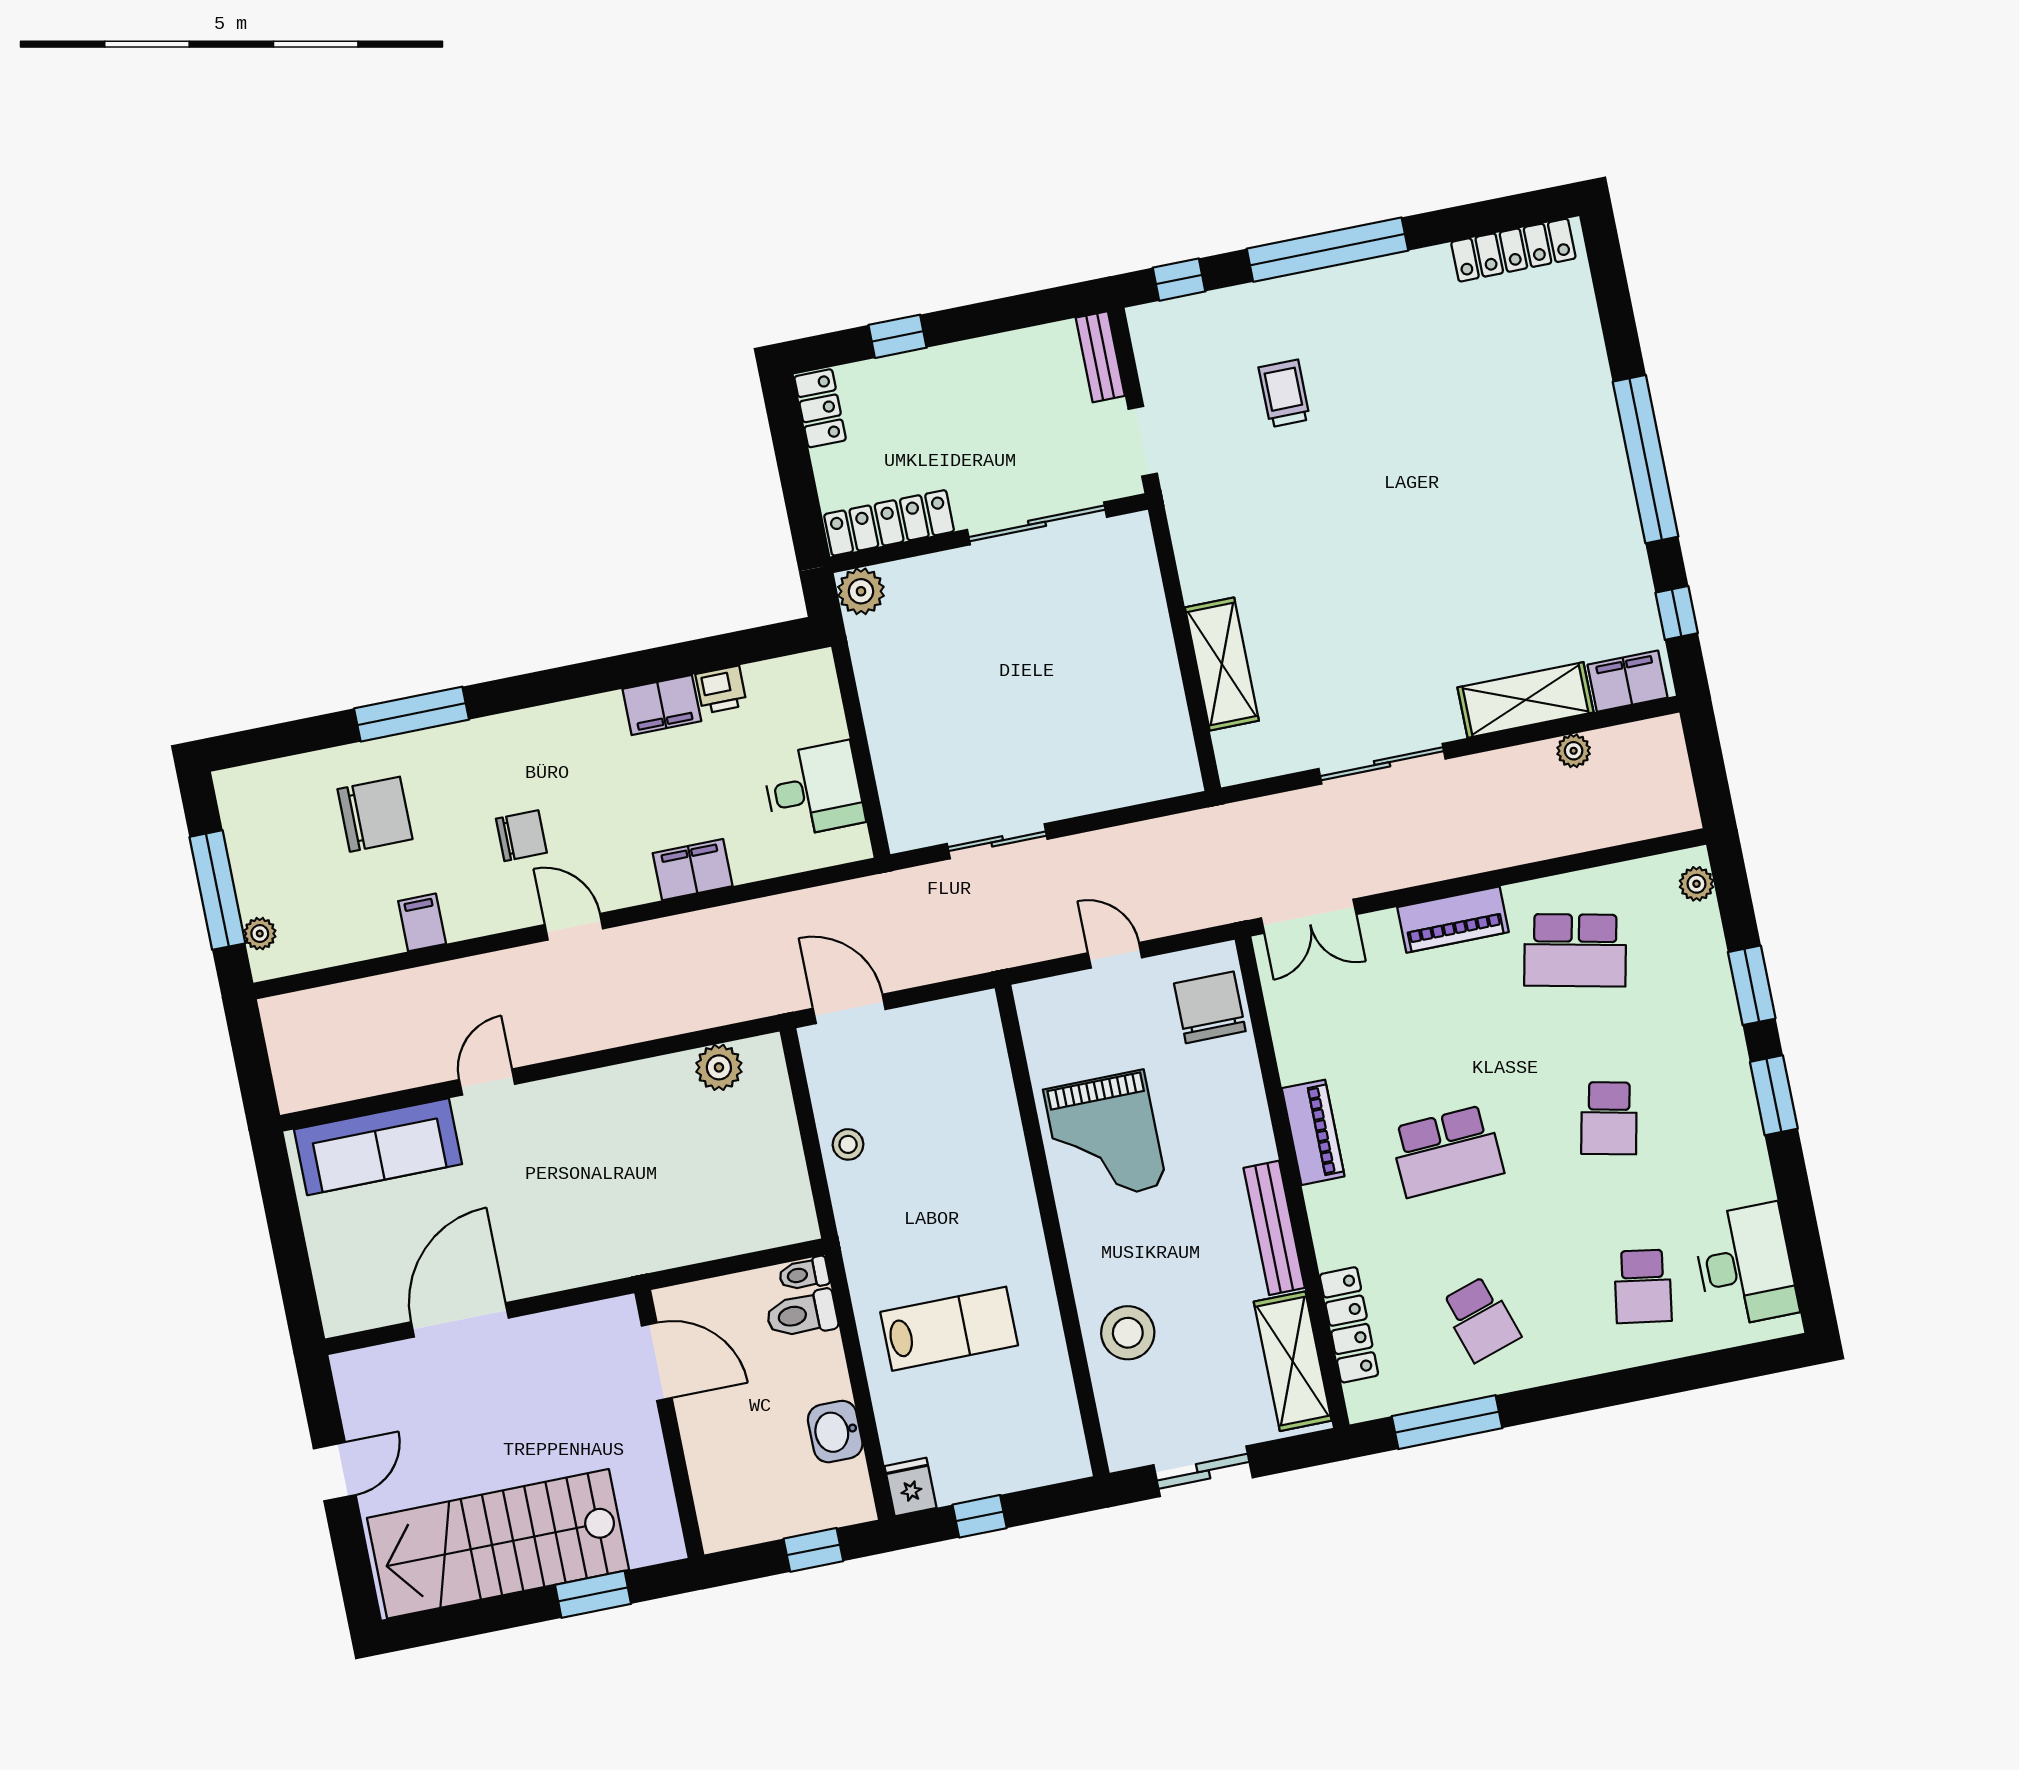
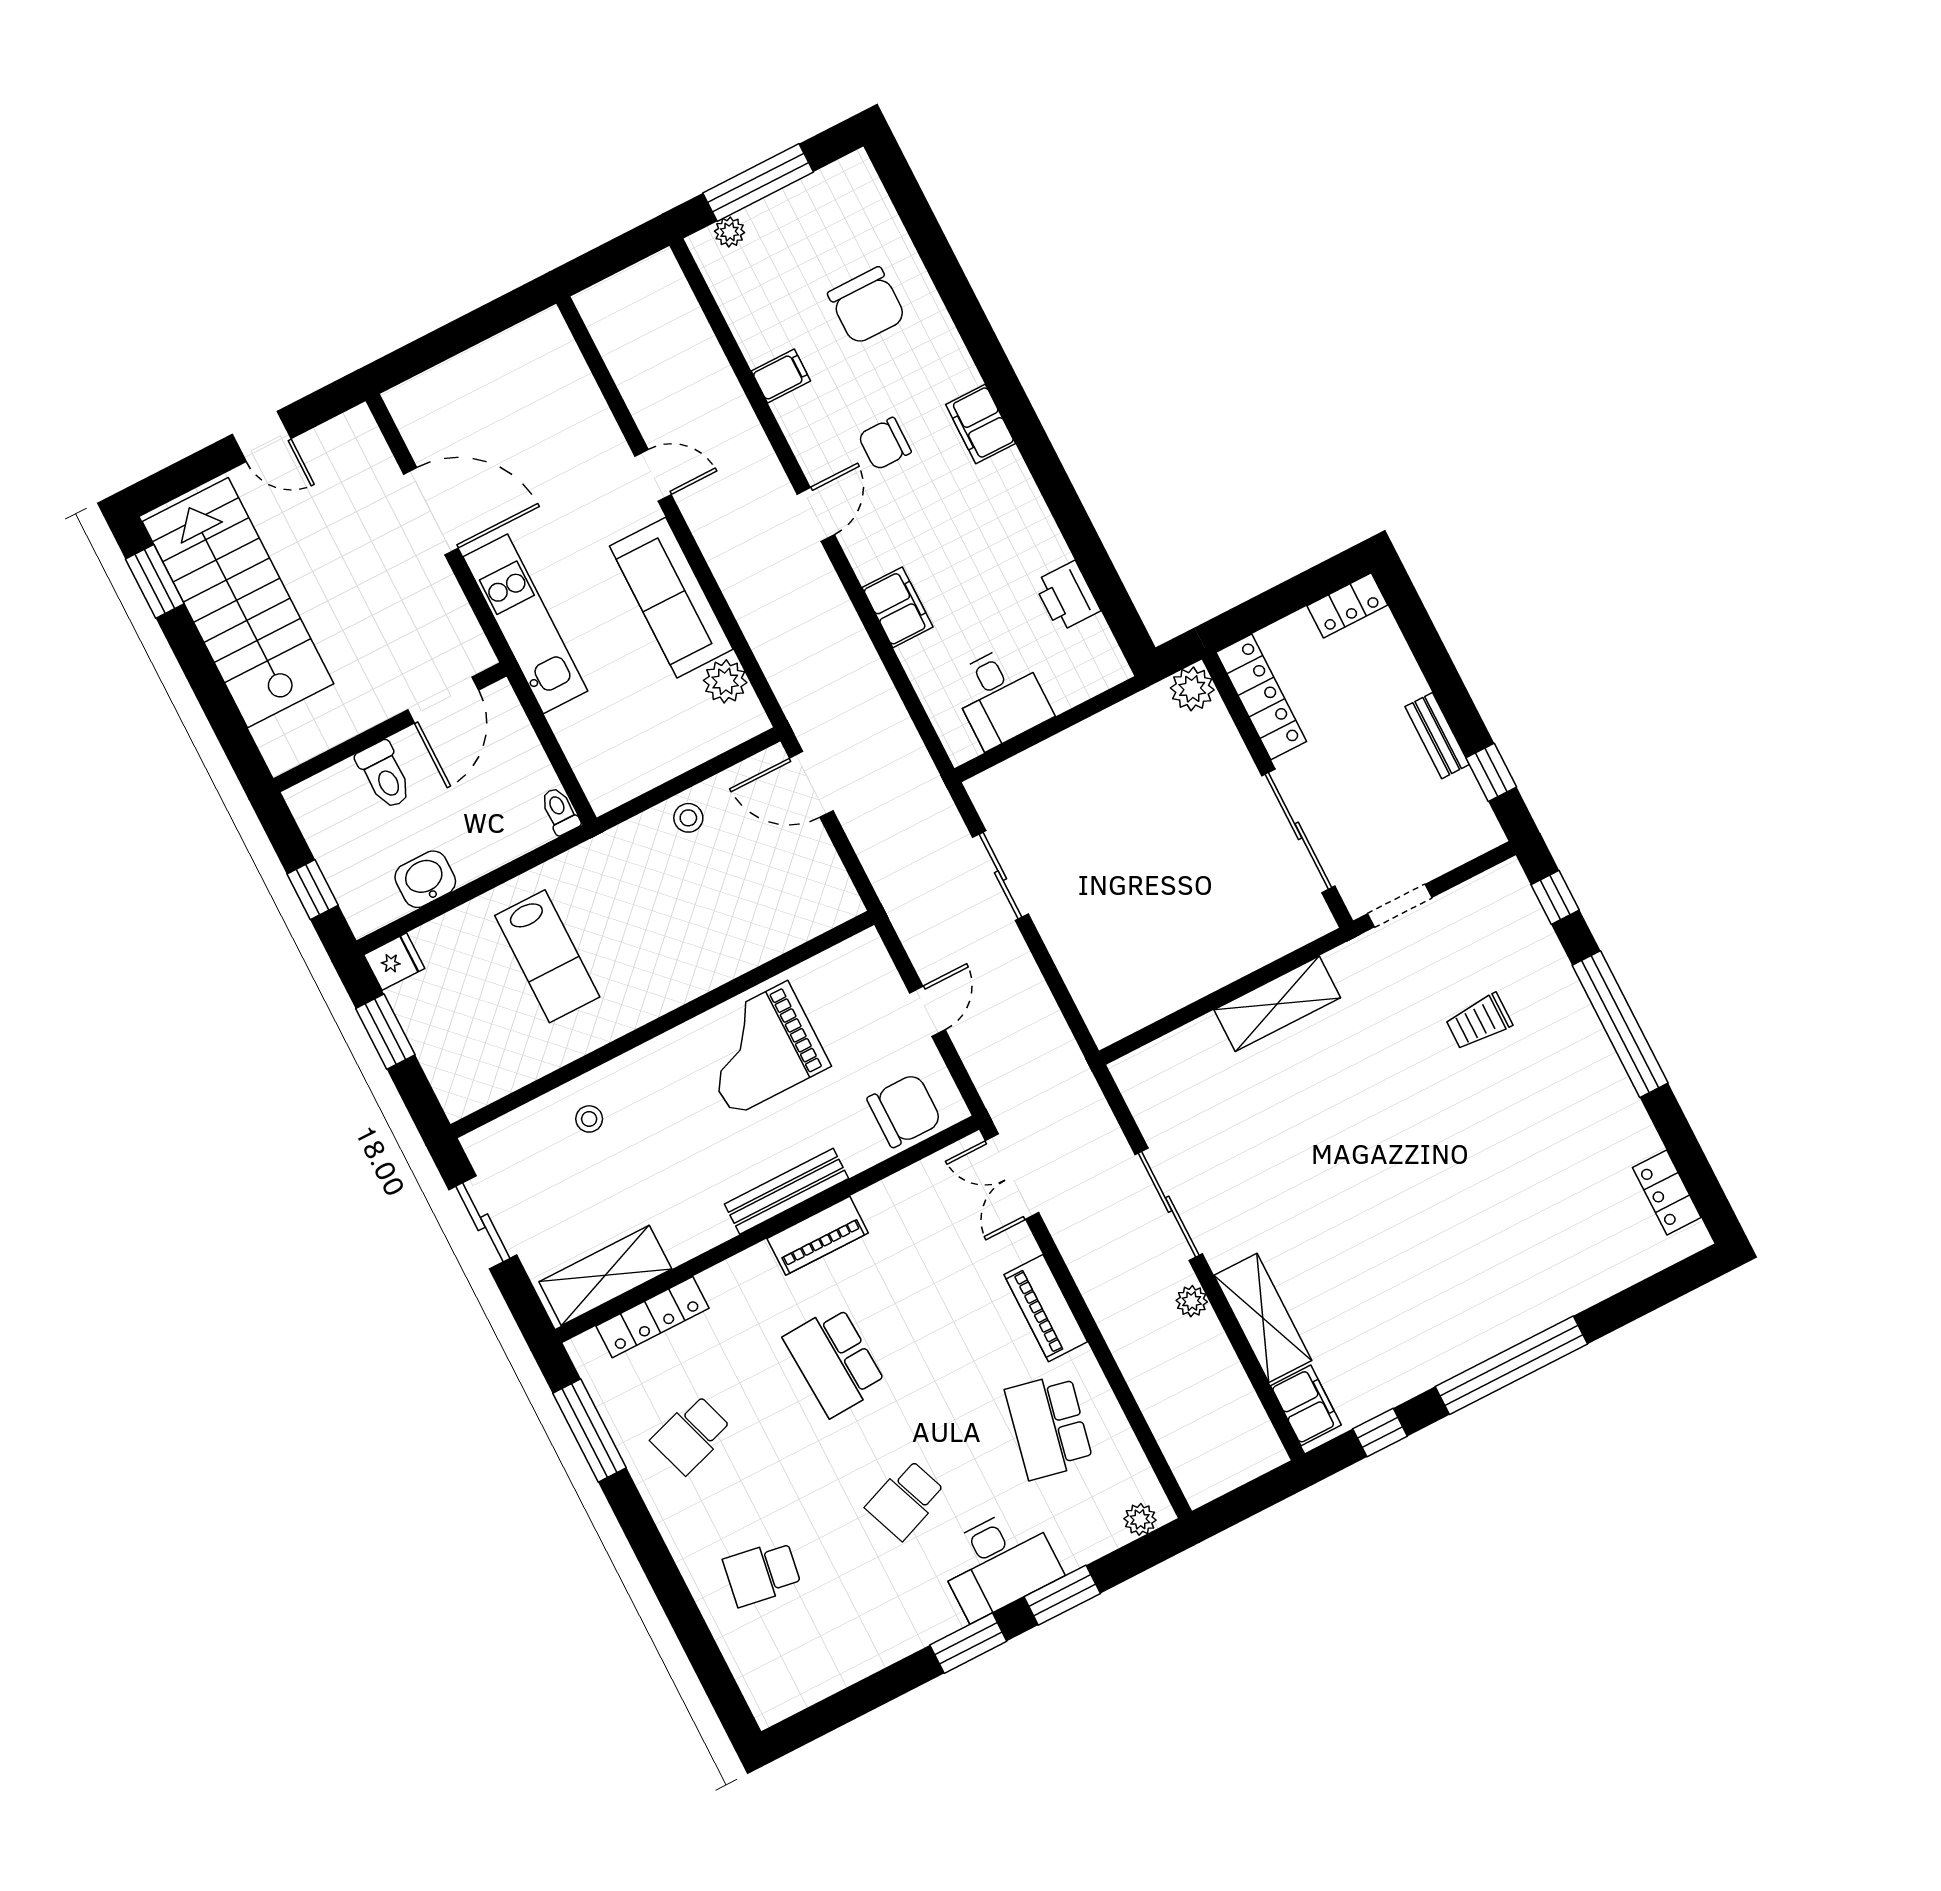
locker: (1513, 250) -> (1667, 1193), width x0.66
window: (897, 336) -> (1491, 772), moved
bench: (1100, 357) -> (1437, 736), moved, turned 90
trolley: (1284, 393) -> (1479, 1022), turned 180
shelving: (1222, 664) -> (1277, 1004), moved
printer: (721, 690) -> (1067, 596), width x1.36, depth x1.24
filing cabinet: (662, 705) -> (981, 424), moved
window: (411, 714) -> (967, 313), removed
plant: (1574, 751) -> (1192, 1301), moved
chair: (521, 836) -> (885, 444), turned 90
door: (849, 1009) -> (811, 784), swing flipped
school desk: (1609, 1118) -> (906, 1500), turned -33
sofa: (378, 1147) -> (671, 598), moved
bench: (1274, 1228) -> (787, 1191), moved
kitchen unit: (602, 1255) -> (525, 624), added
desk: (1745, 1265) -> (999, 1563), moved
toilet: (802, 1314) -> (385, 775), moved, turned 180
stool: (1128, 1333) -> (589, 1119), width x0.53, depth x0.53
window: (980, 1516) -> (385, 1032), width x1.50
window: (593, 1594) -> (155, 581), moved

